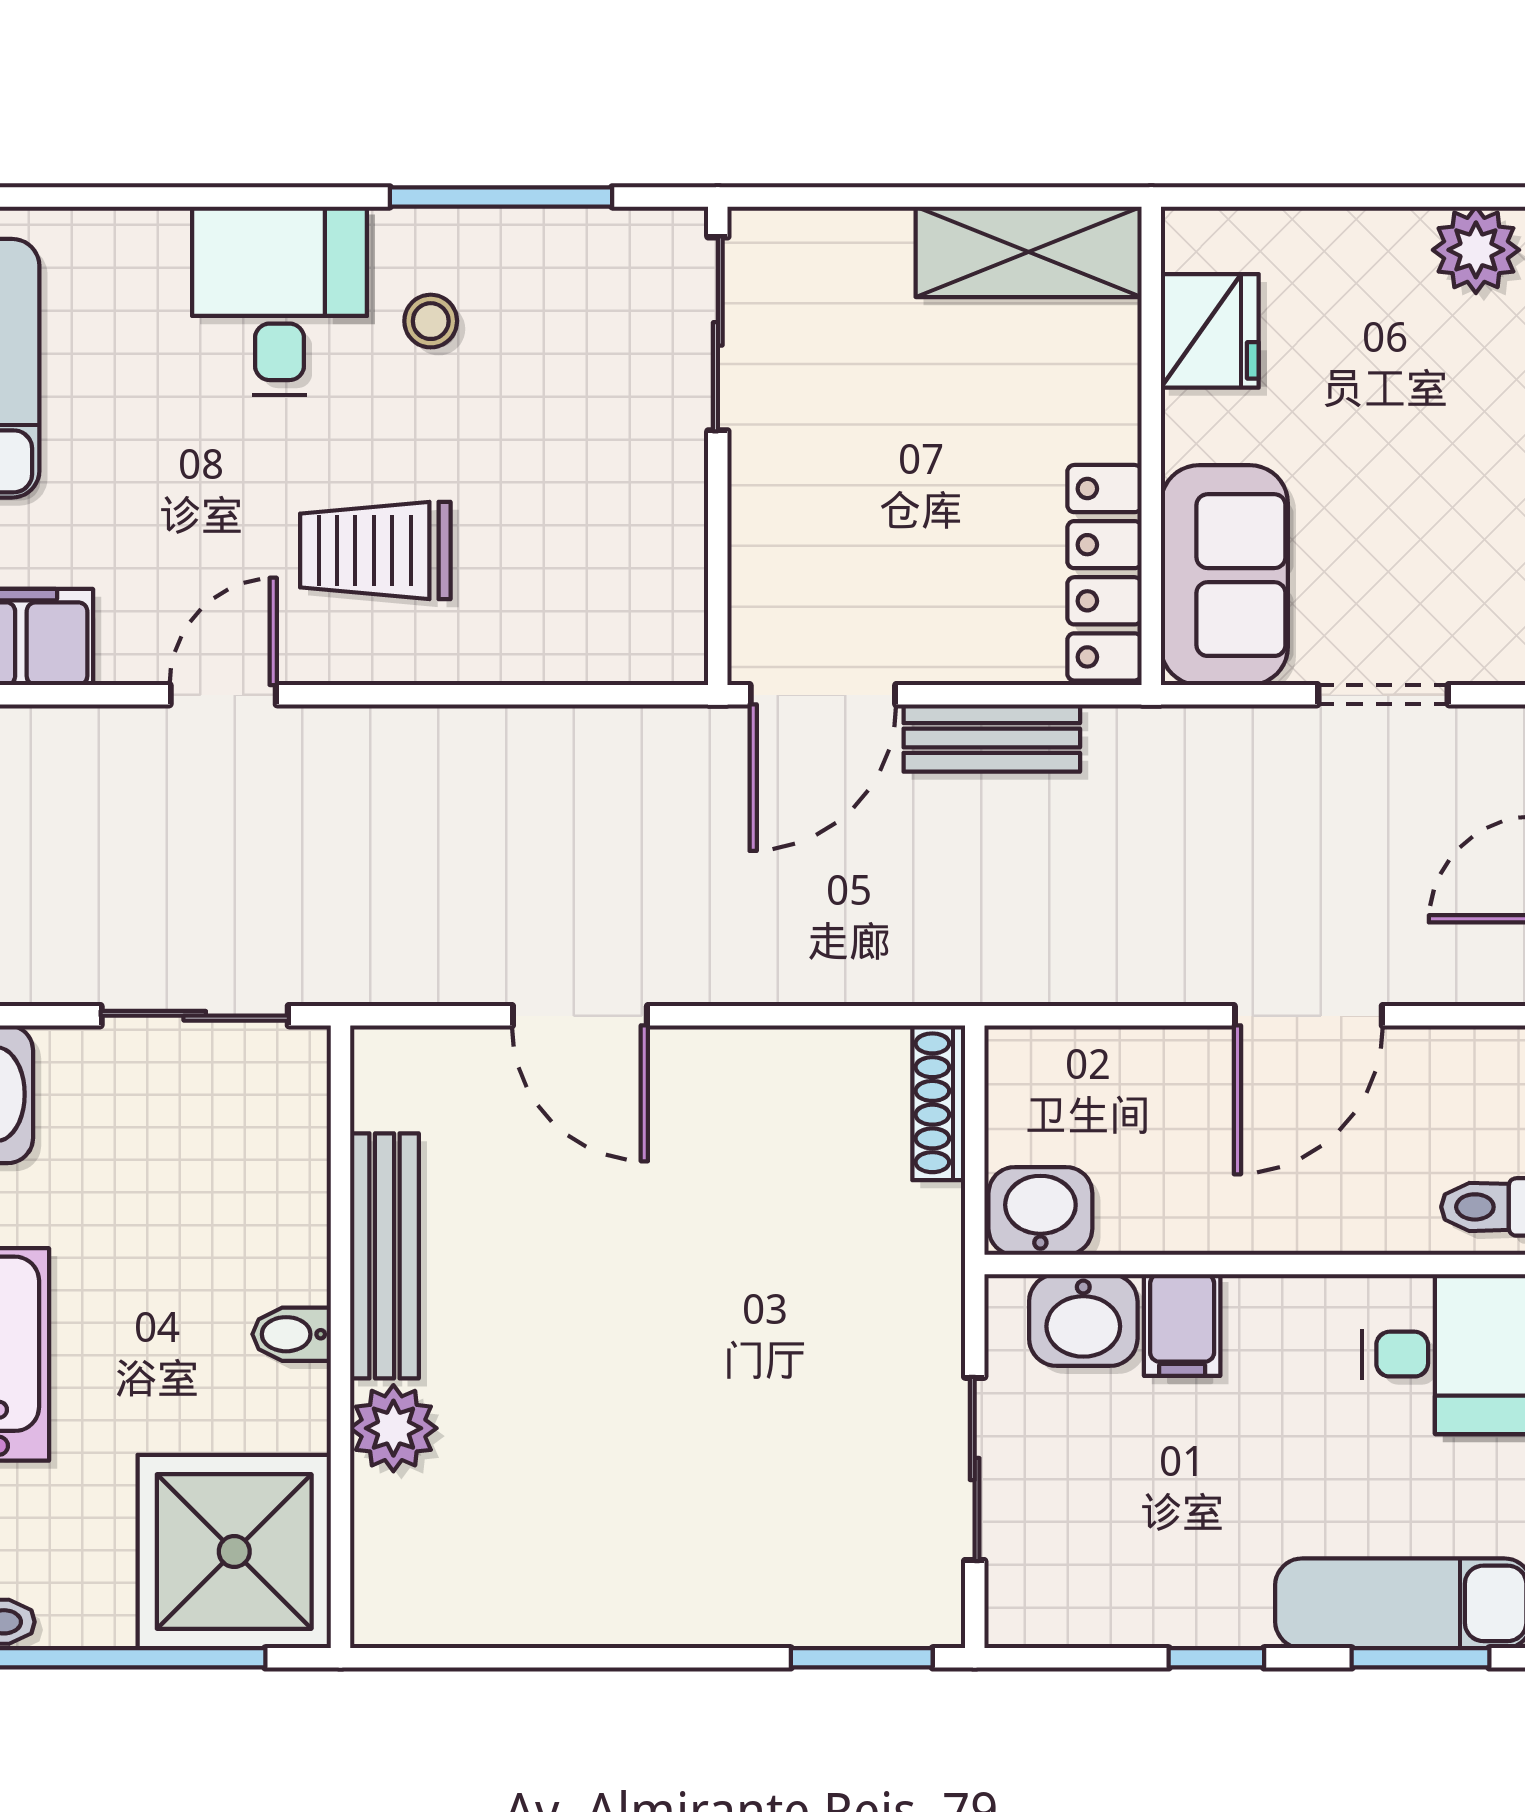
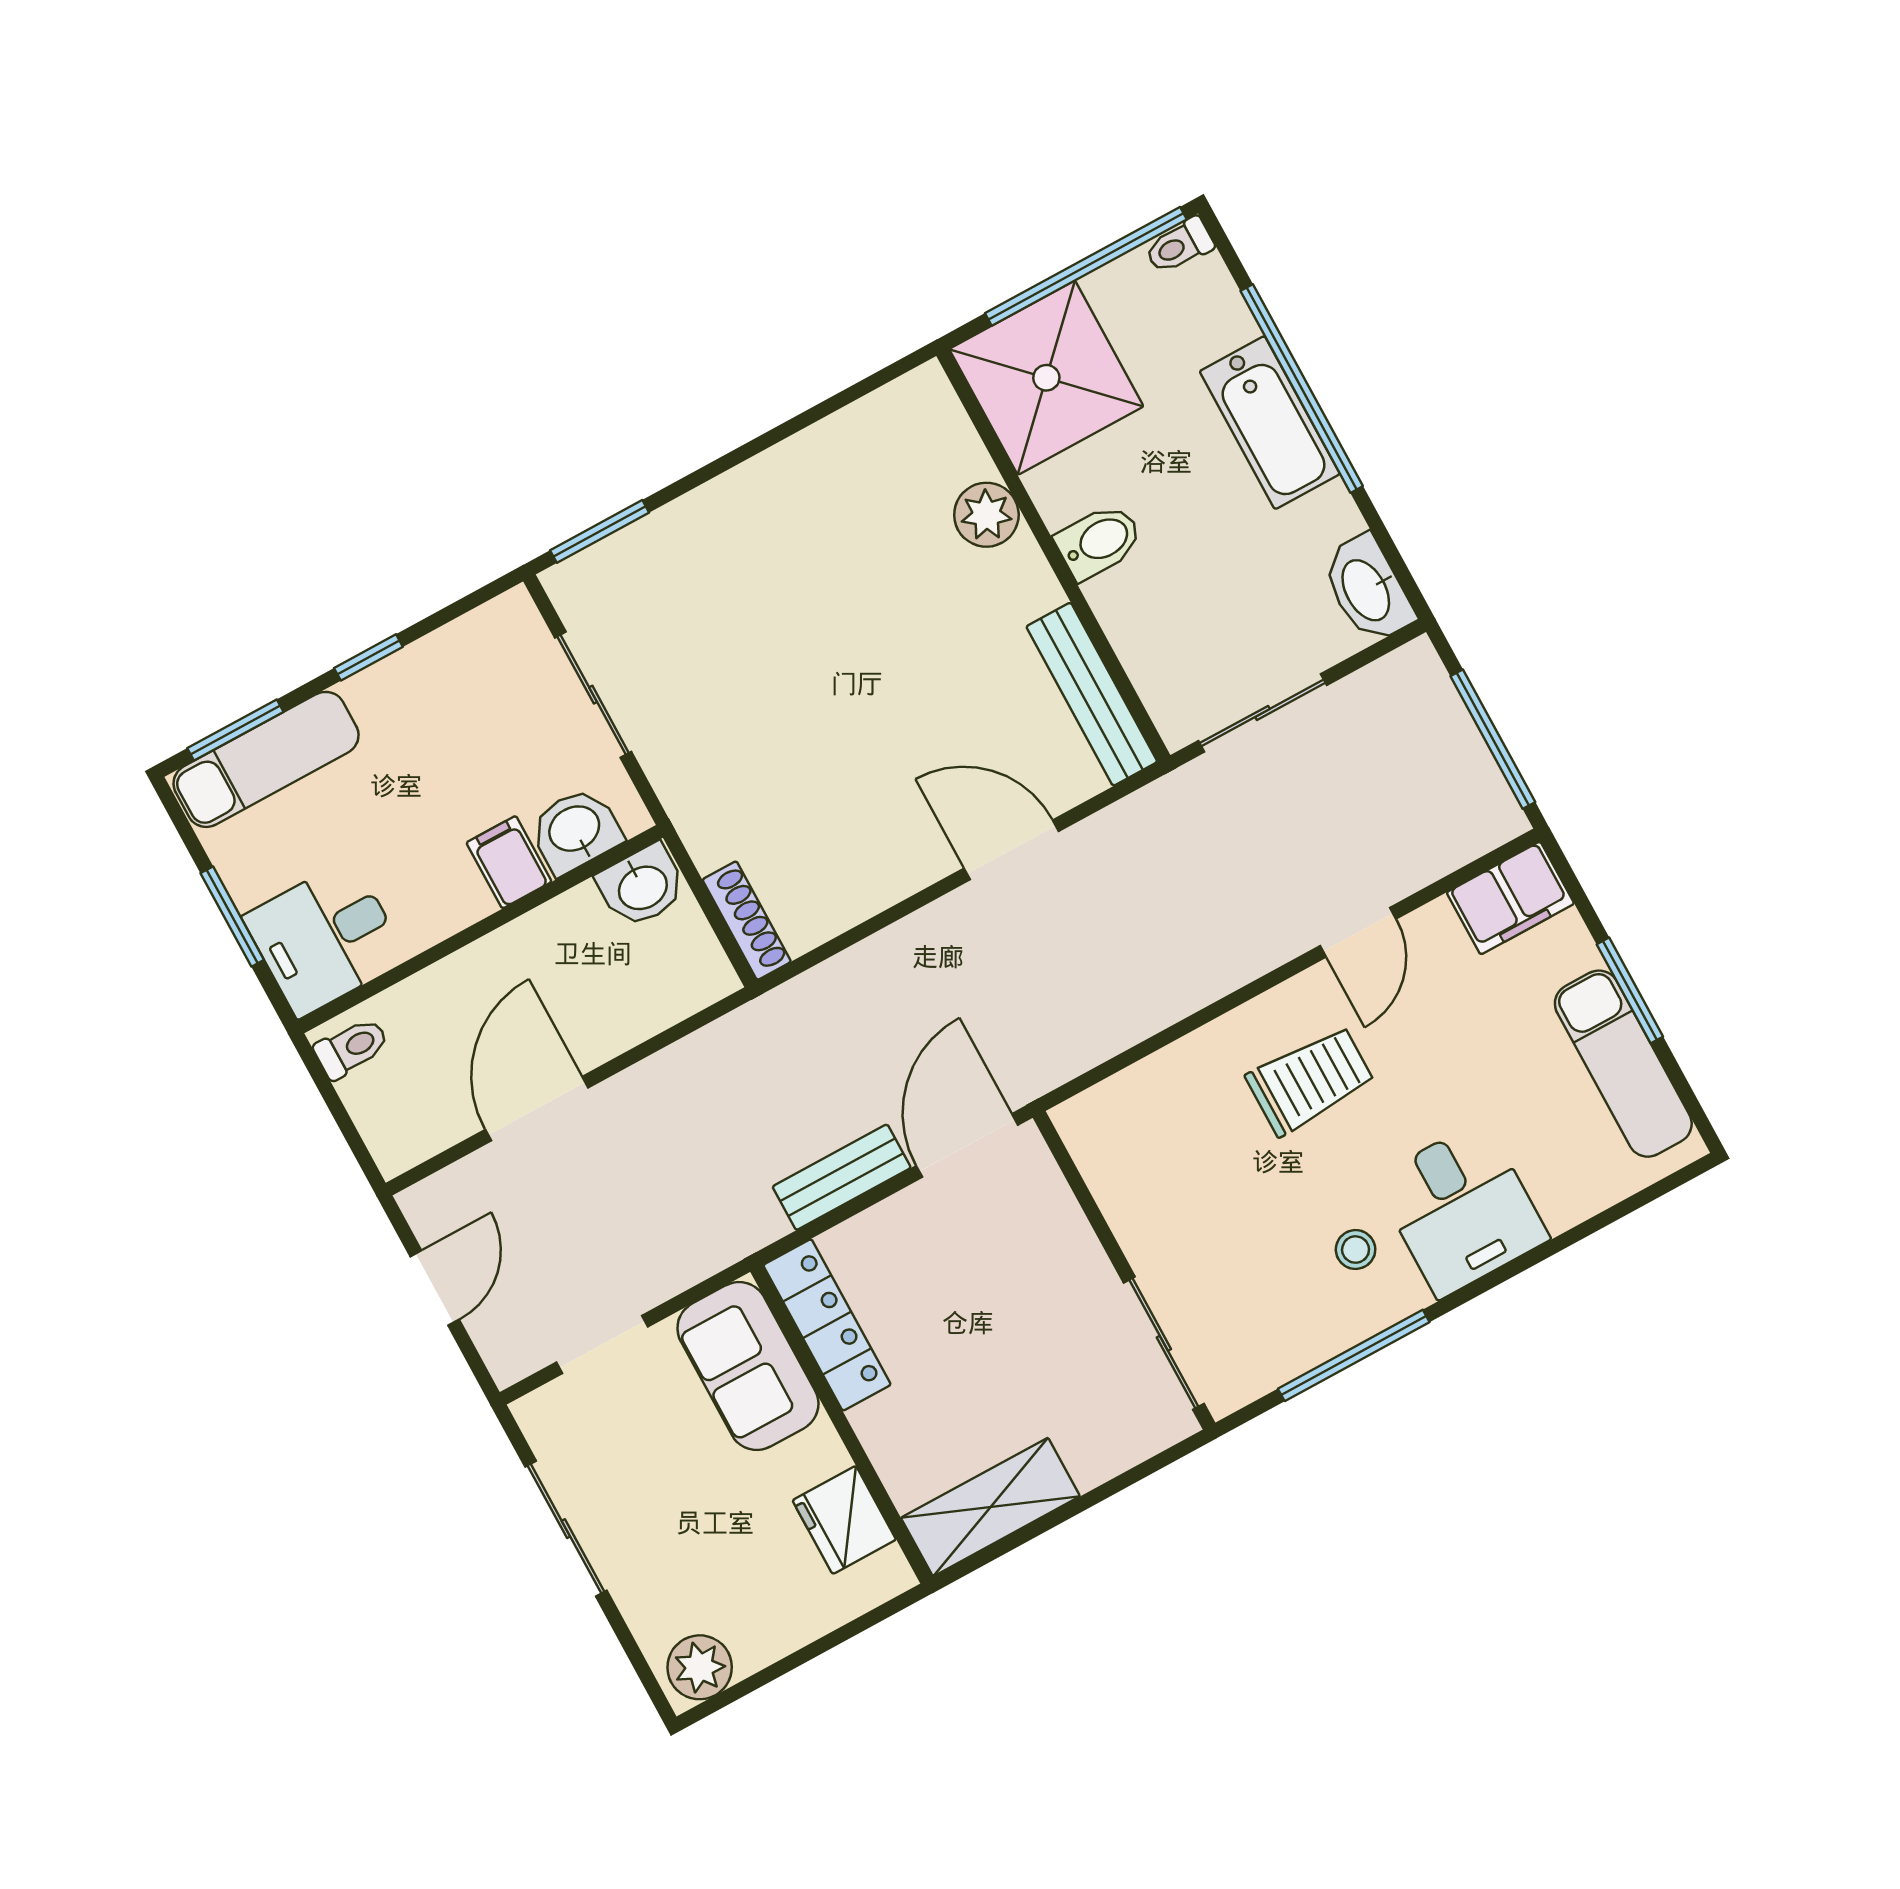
bench: (384, 1256) -> (1092, 694), moved
bidet: (292, 1334) -> (1099, 541), width x1.38, depth x1.36

